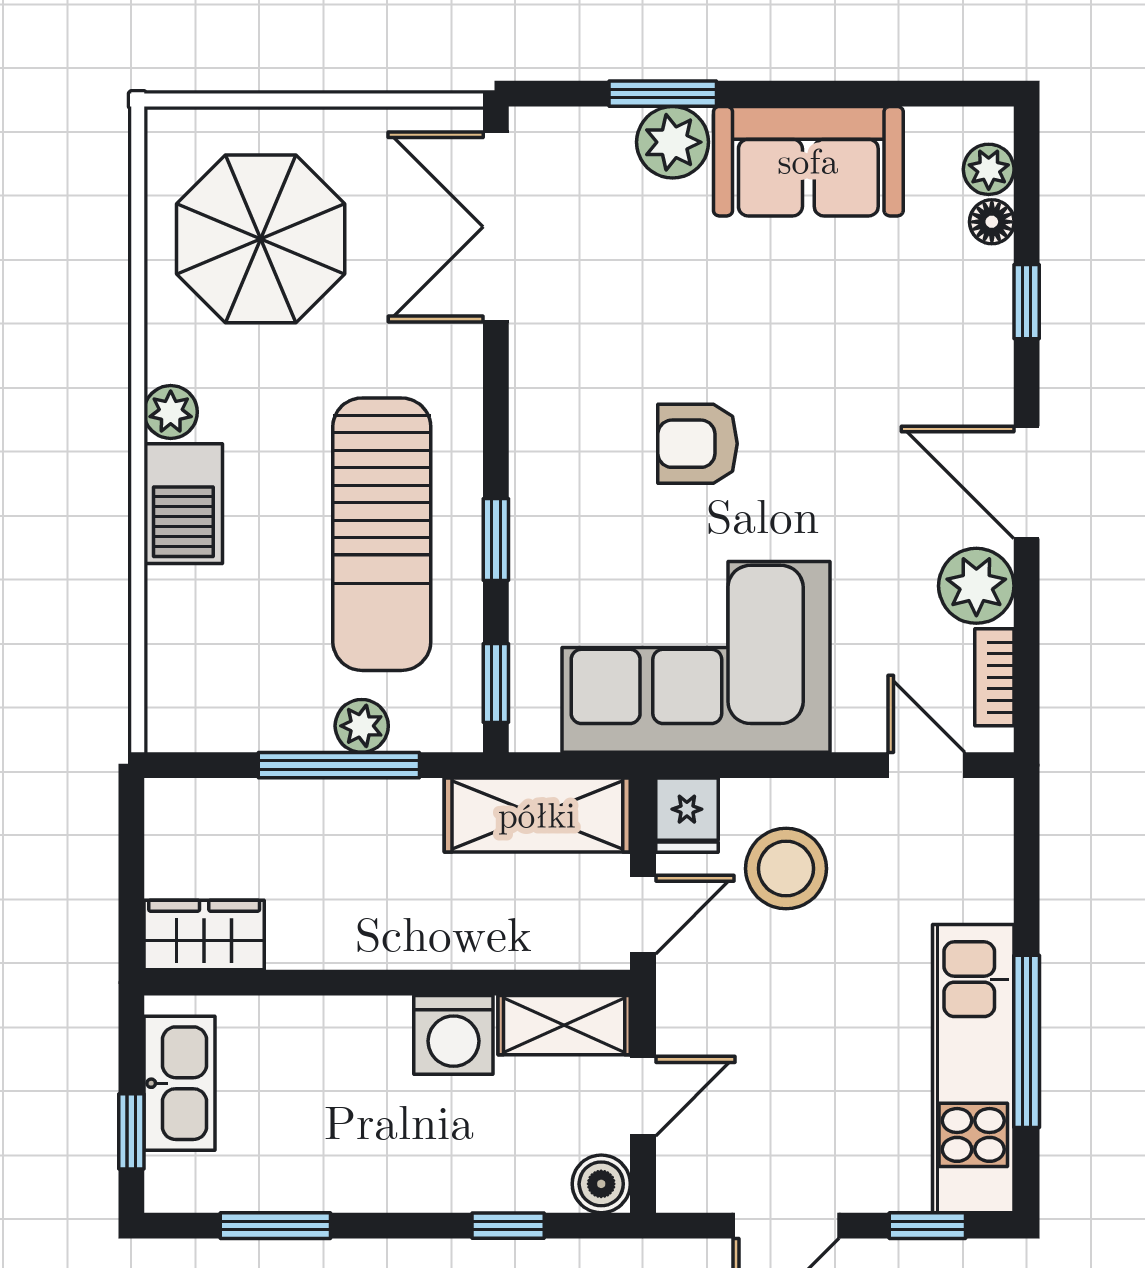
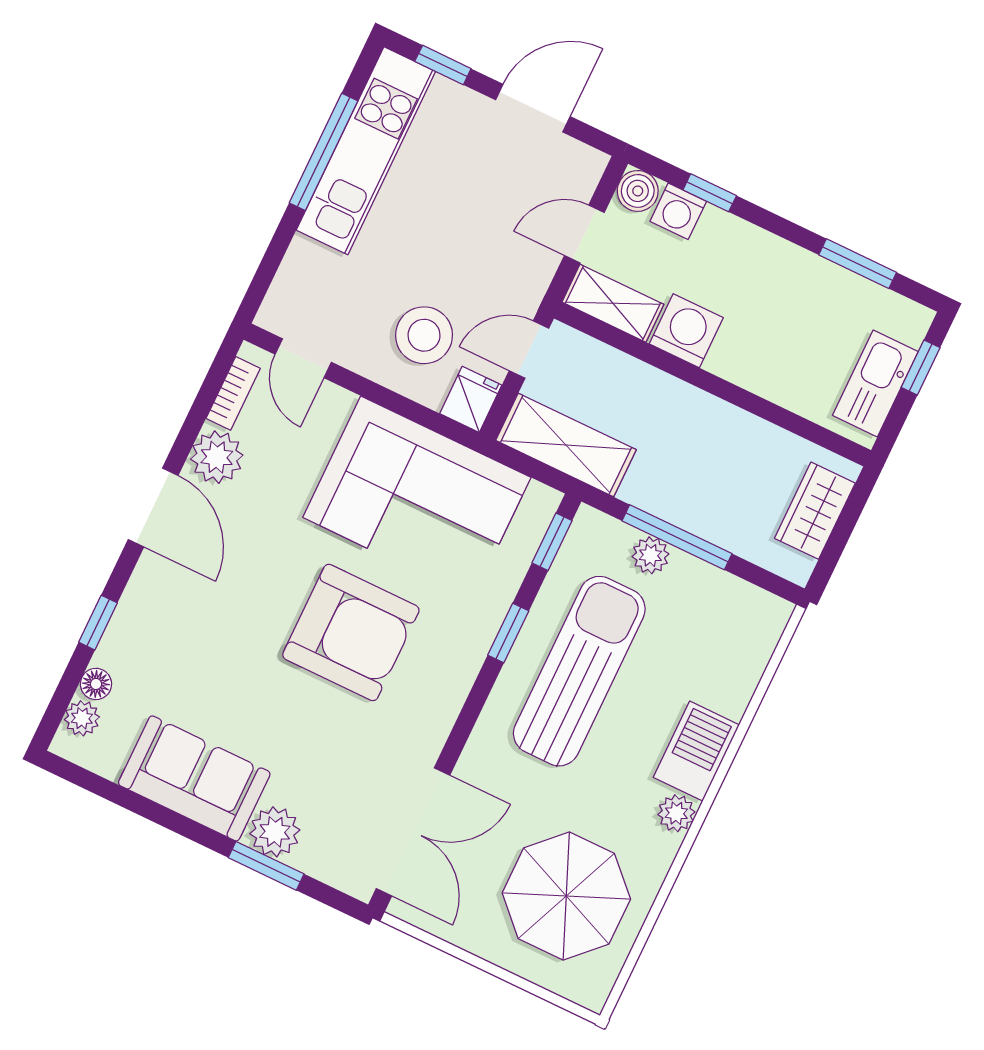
armchair: (697, 444) -> (351, 632), width x1.88, depth x1.88
wardrobe: (204, 935) -> (815, 511), moved, turned 90
washing machine: (537, 1183) -> (678, 211), added

